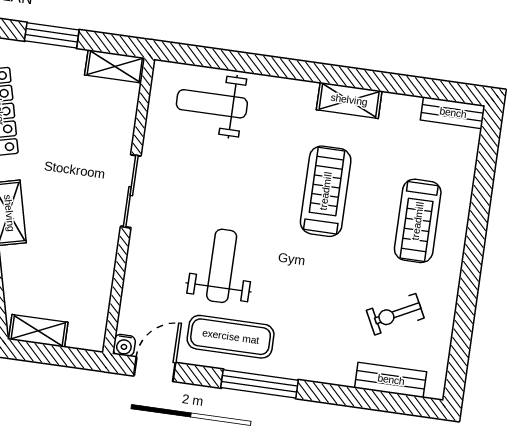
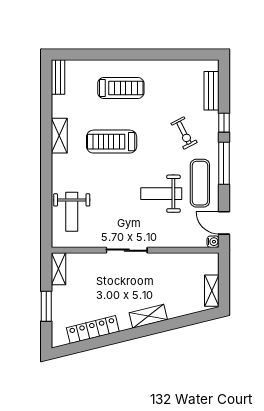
exercise bike: (395, 314) -> (184, 133), moved
window: (331, 394) -> (224, 123), added

